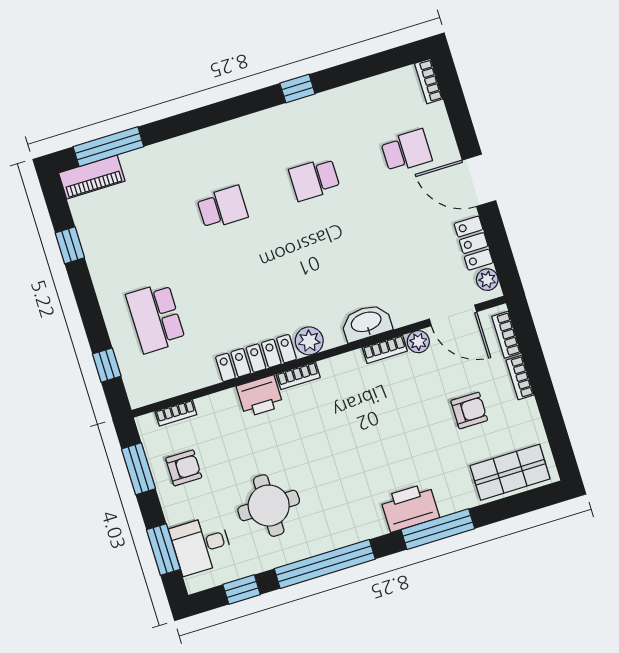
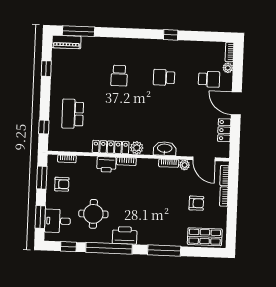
school desk: (222, 207) -> (119, 76), turned 90
plant: (487, 280) -> (228, 68), moved
printer: (410, 507) -> (125, 235), moved

